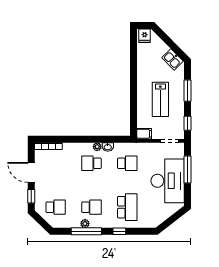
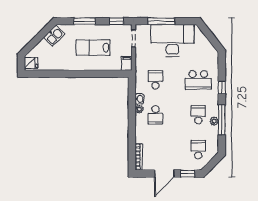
lab bench: (160, 99) -> (93, 48), turned 180
school desk: (127, 207) -> (198, 80), turned 180

